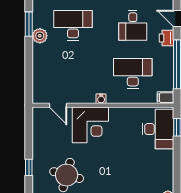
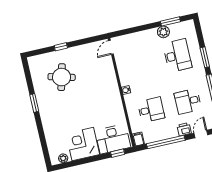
desk: (133, 73) -> (151, 110), width x0.73
door: (58, 105) -> (111, 47), moved
corner desk: (90, 125) -> (83, 144), moved, turned 90

